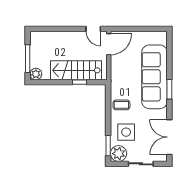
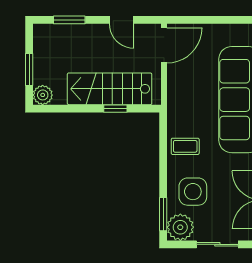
window: (52, 29) -> (69, 20), added
door: (93, 29) -> (122, 20), moved
window: (28, 59) -> (29, 69), width x0.69

